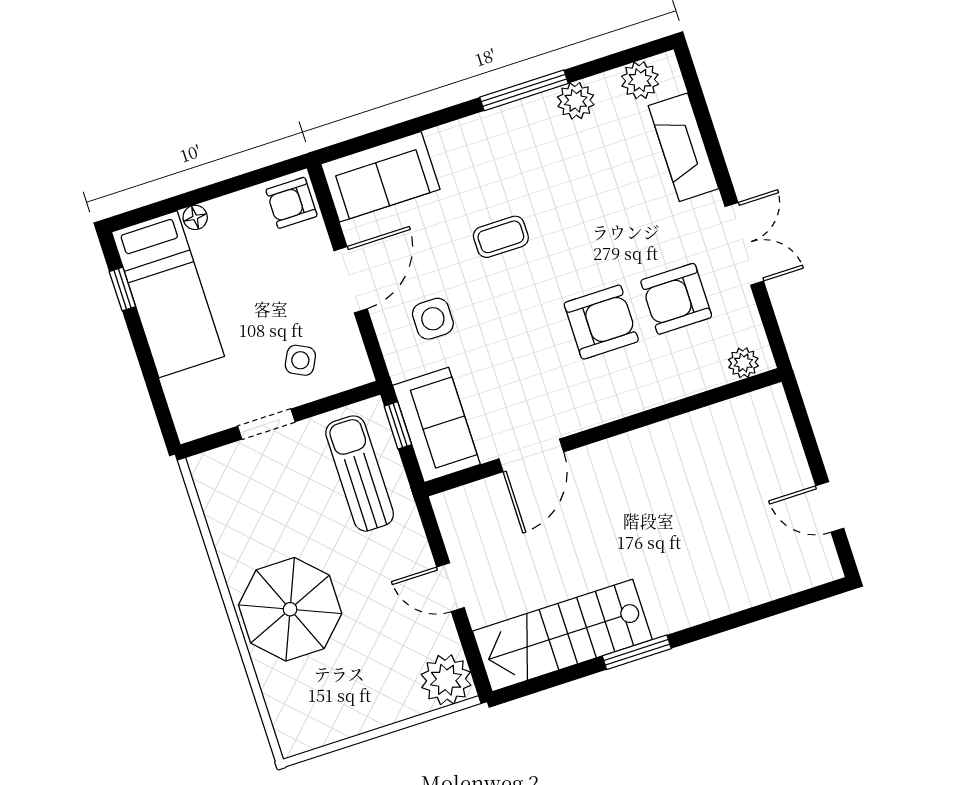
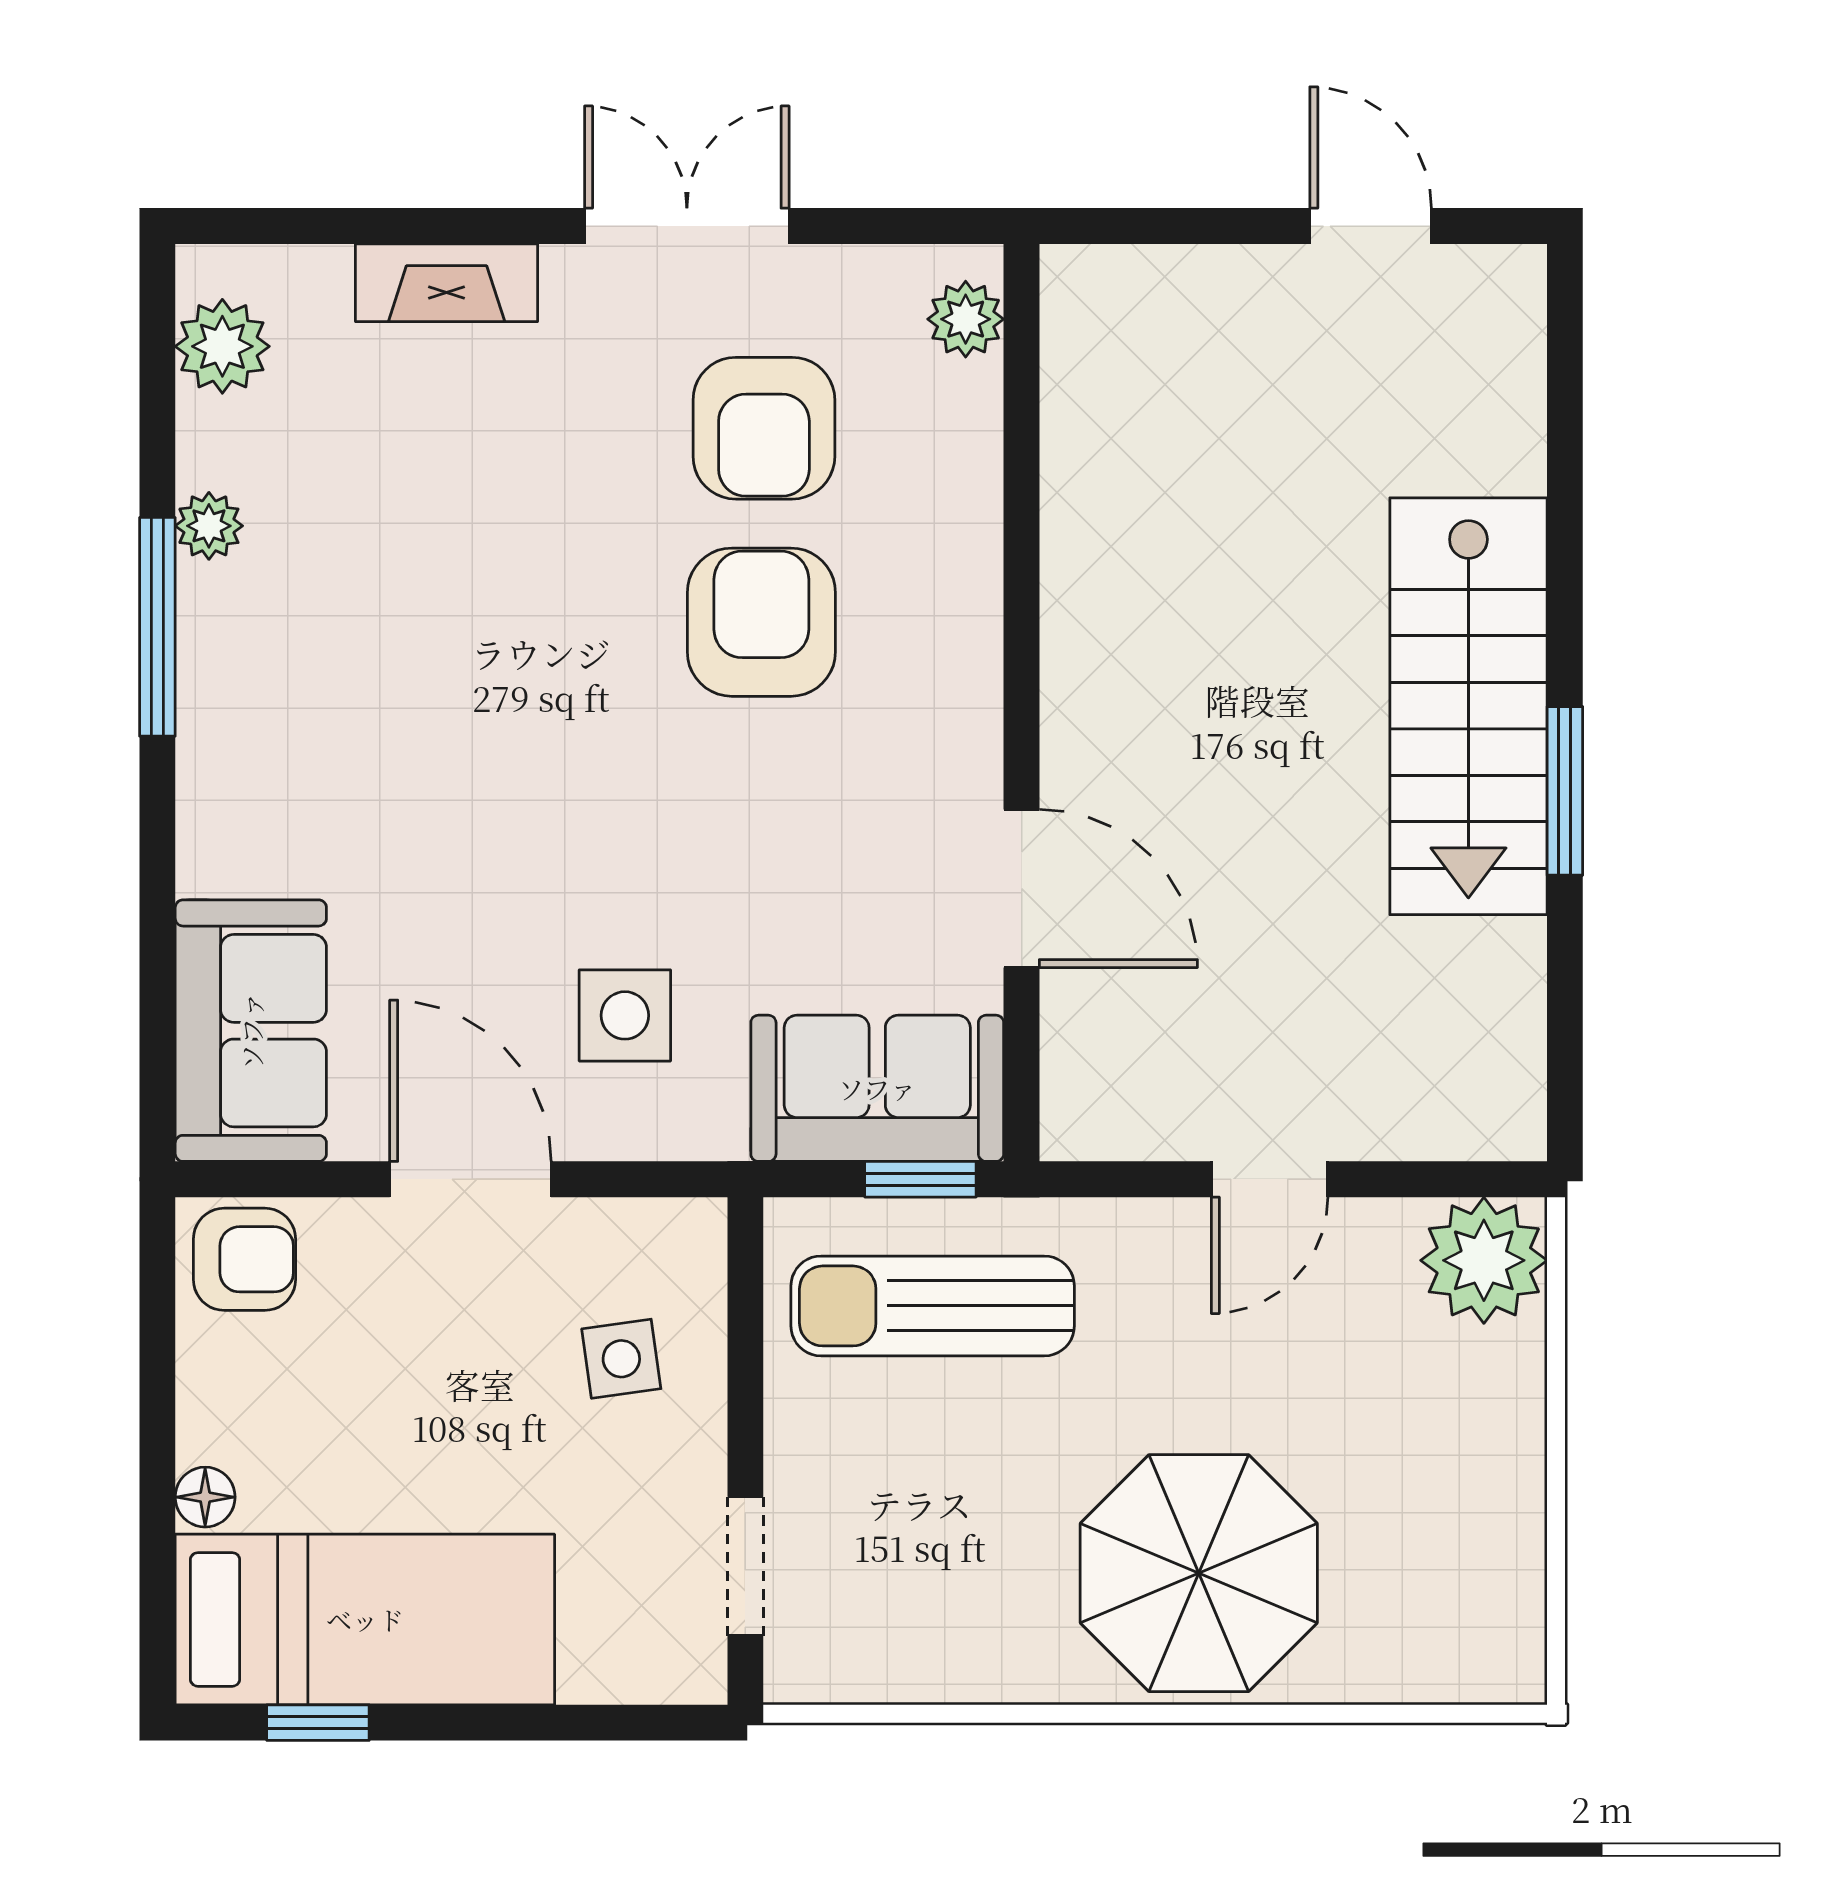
plant: (576, 101) -> (209, 526), width x0.73, depth x0.73
fireplace: (684, 147) -> (447, 283), width x0.73, depth x0.76
armchair: (292, 203) -> (244, 1259), turned -90
coffee table: (501, 237) -> (484, 793), removed
side table: (300, 360) -> (621, 1359), turned -35
doorway: (266, 424) -> (745, 1566), moved
window: (398, 425) -> (920, 1179), moved
door: (830, 507) -> (1371, 226), swing flipped
stairs: (562, 635) -> (1468, 706), moved

